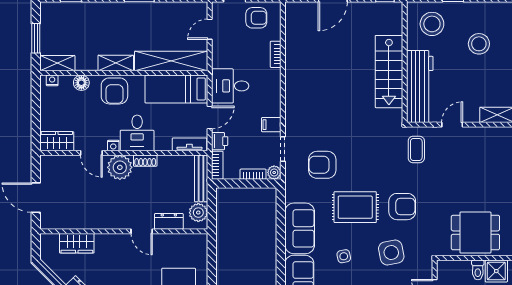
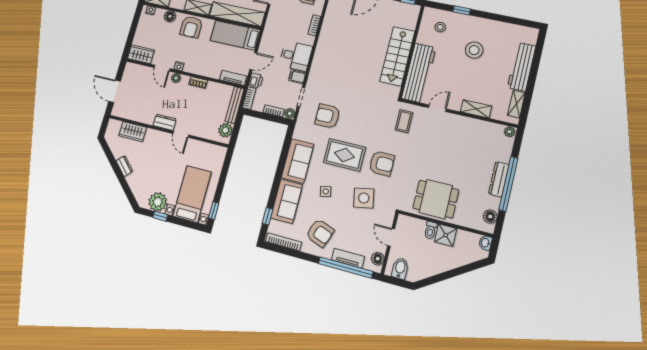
stool: (432, 24) -> (440, 27), width x0.53, depth x0.53
desk: (230, 86) -> (296, 56), moved, turned 180
desk: (137, 133) -> (198, 61), removed
plant: (120, 167) -> (176, 78), width x0.53, depth x0.53
dresser: (169, 221) -> (165, 122), moved

